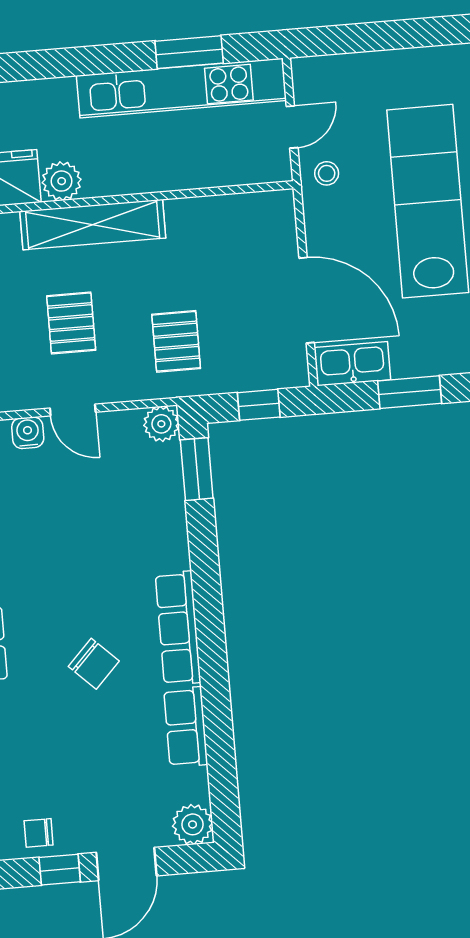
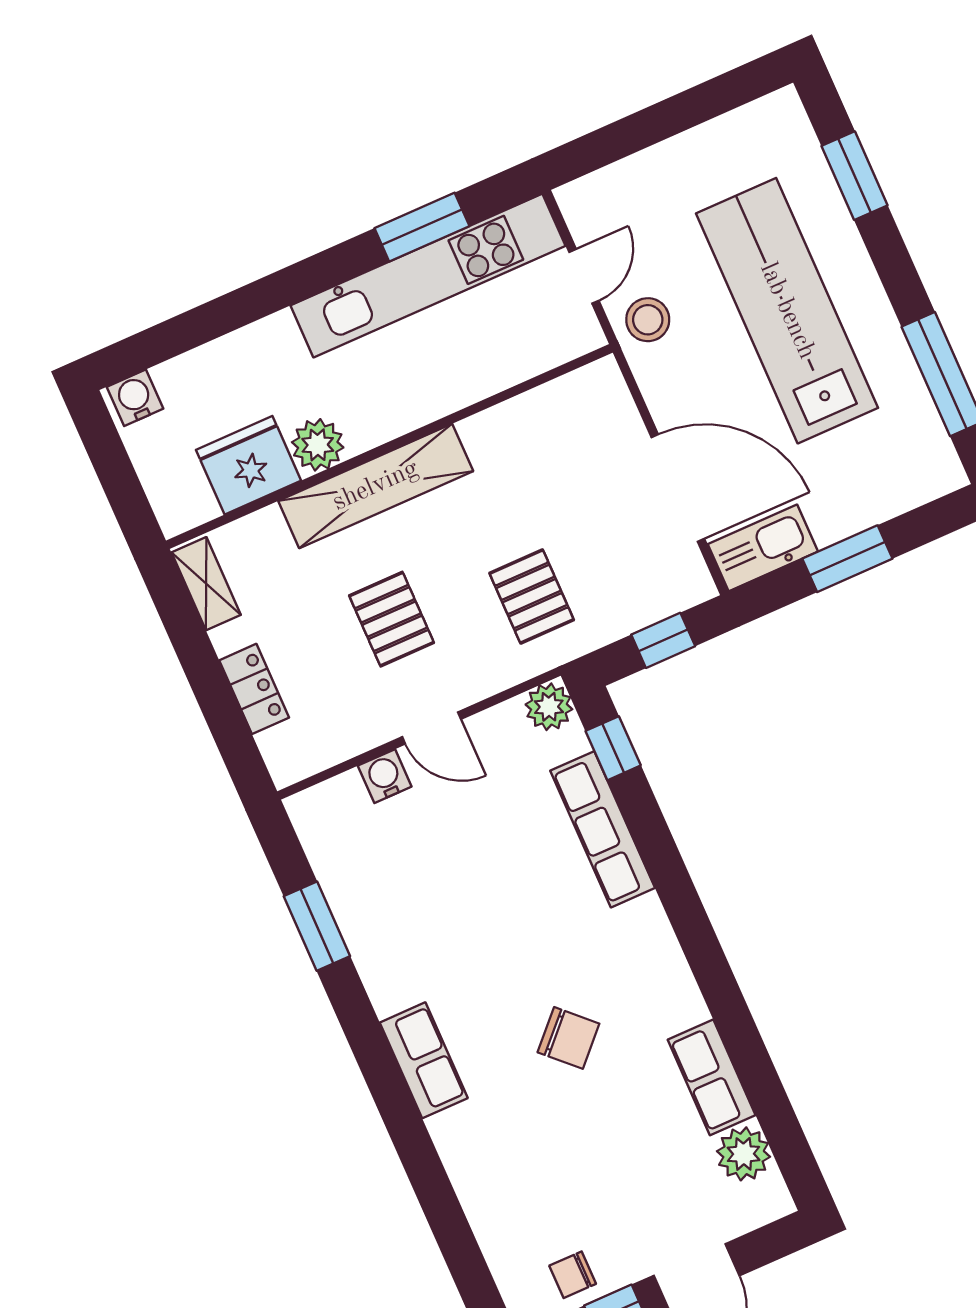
stool: (327, 173) -> (648, 320), width x1.37, depth x1.37
window: (197, 469) -> (613, 748), width x0.67
row of seats: (178, 628) -> (603, 829), moved
plant: (193, 824) -> (744, 1154), moved

